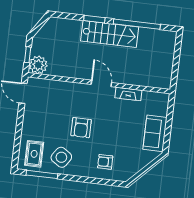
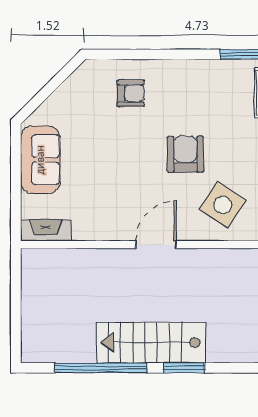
door: (101, 83) -> (156, 245), swing flipped
fireplace: (128, 94) -> (46, 230), moved
side table: (61, 157) -> (223, 205), moved

